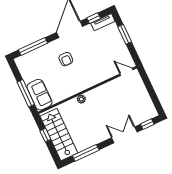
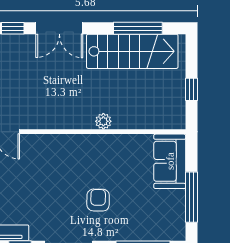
window: (26, 93) -> (191, 197), moved
stairs: (59, 135) -> (132, 51), moved, turned -90

